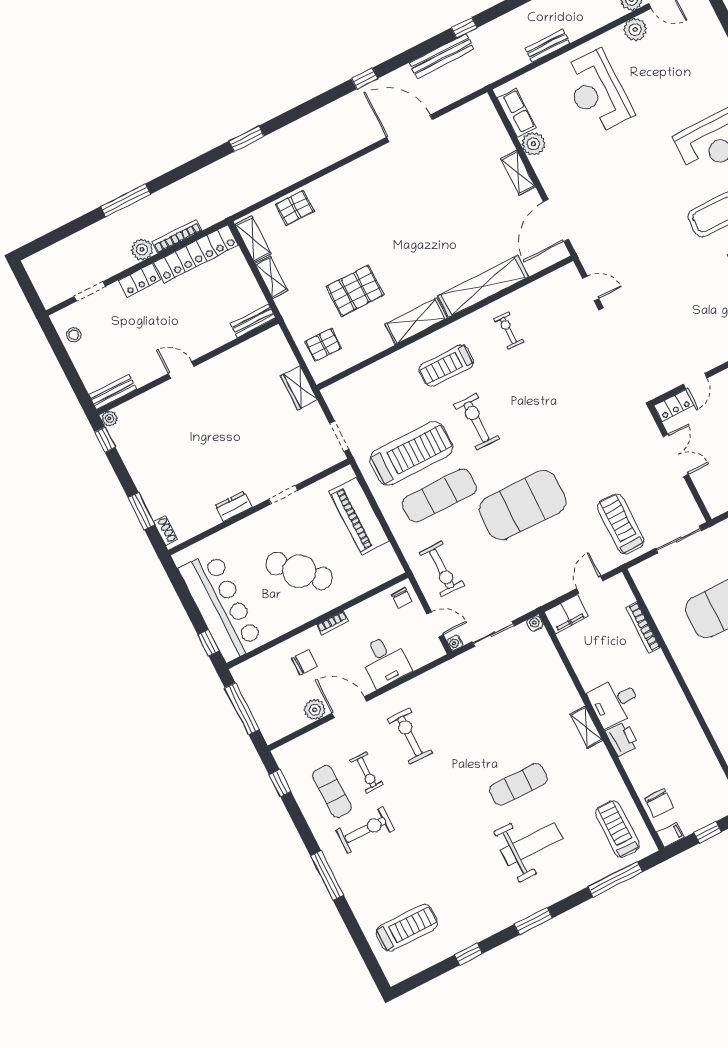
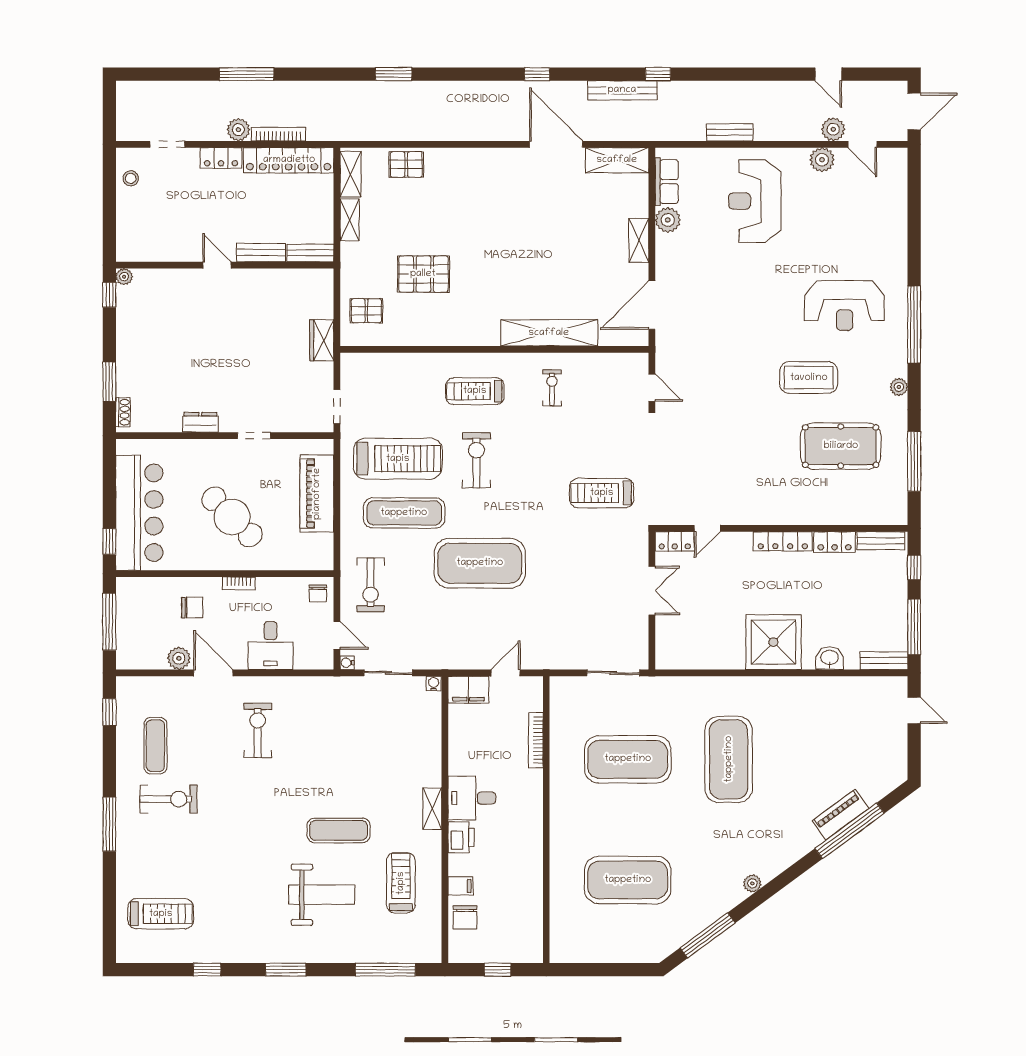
shelving: (416, 321) -> (617, 160), moved
bench: (113, 392) -> (261, 253), moved
treadmill: (621, 524) -> (602, 493), moved, turned -90
exercise bike: (367, 772) -> (198, 744), removed
treadmill: (617, 829) -> (401, 883), moved
filing cabinet: (671, 835) -> (460, 886), moved

